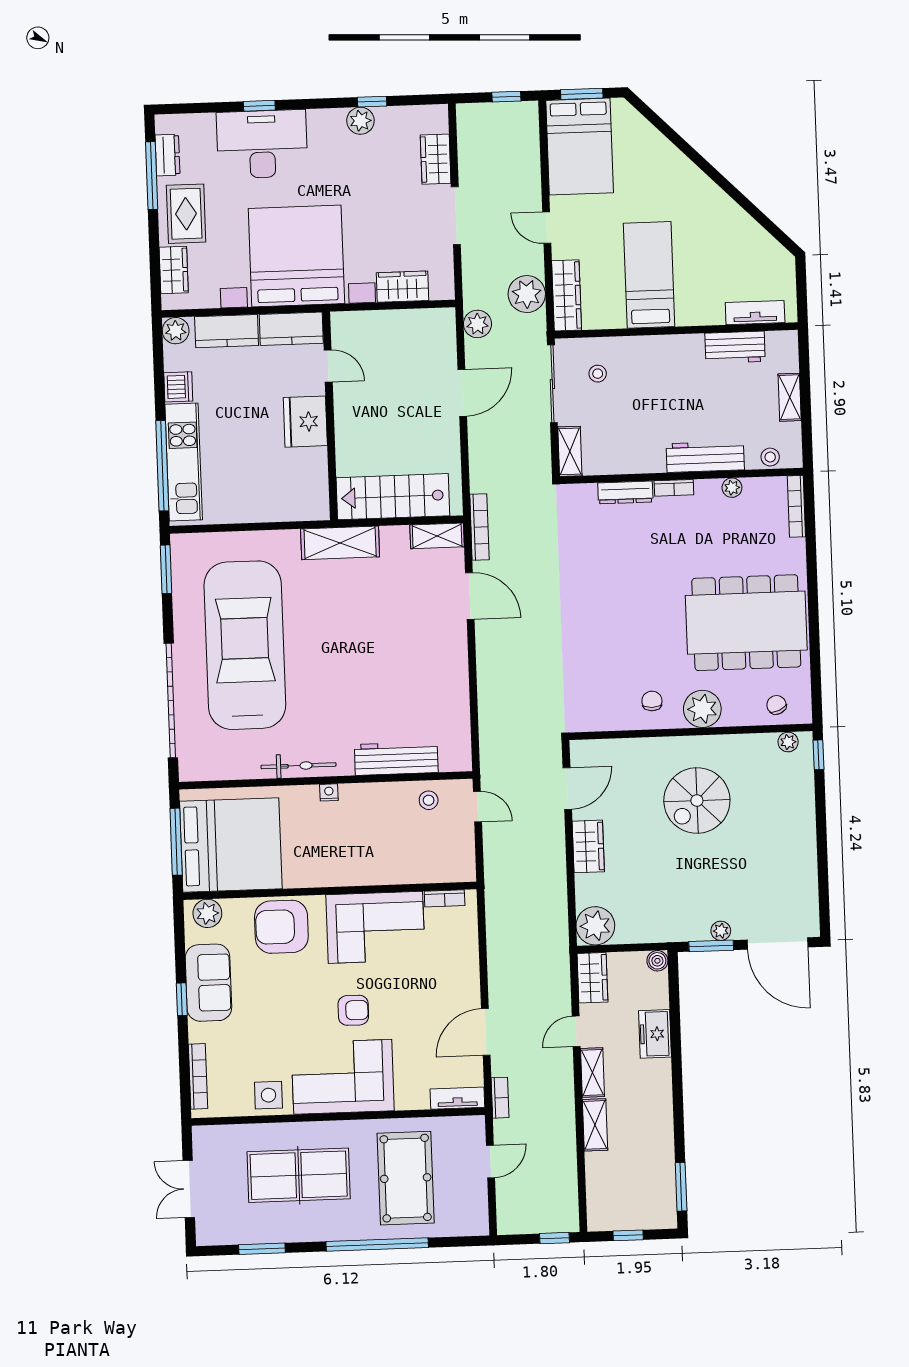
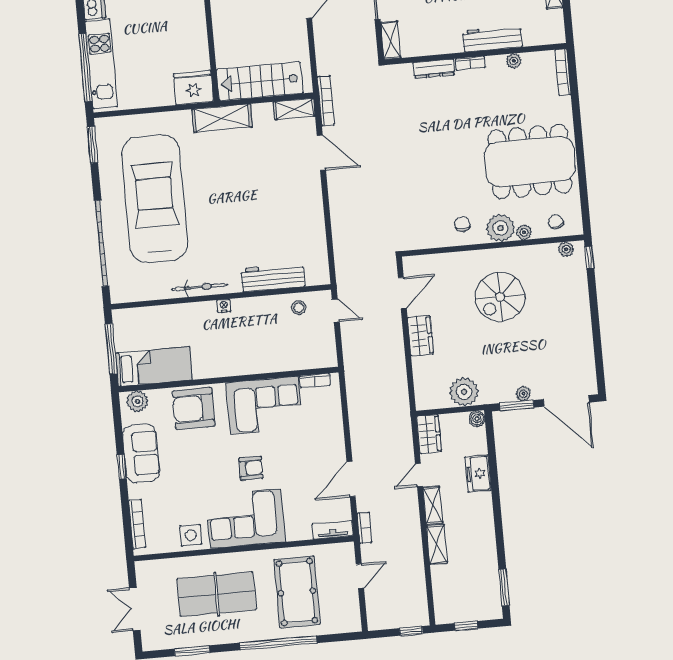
fridge: (305, 422) -> (193, 87), moved, turned 90
stool: (770, 457) -> (541, 36), removed
plant: (733, 716) -> (524, 232), added
bed: (231, 845) -> (154, 367), width x0.49
plant: (595, 926) -> (464, 392), moved

